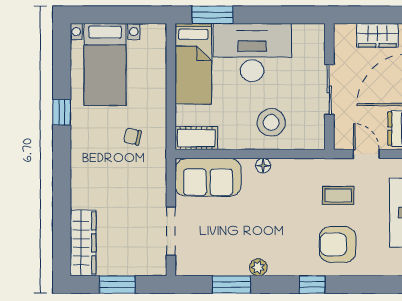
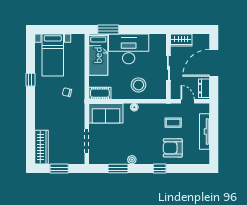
wardrobe: (377, 35) -> (181, 40), moved

